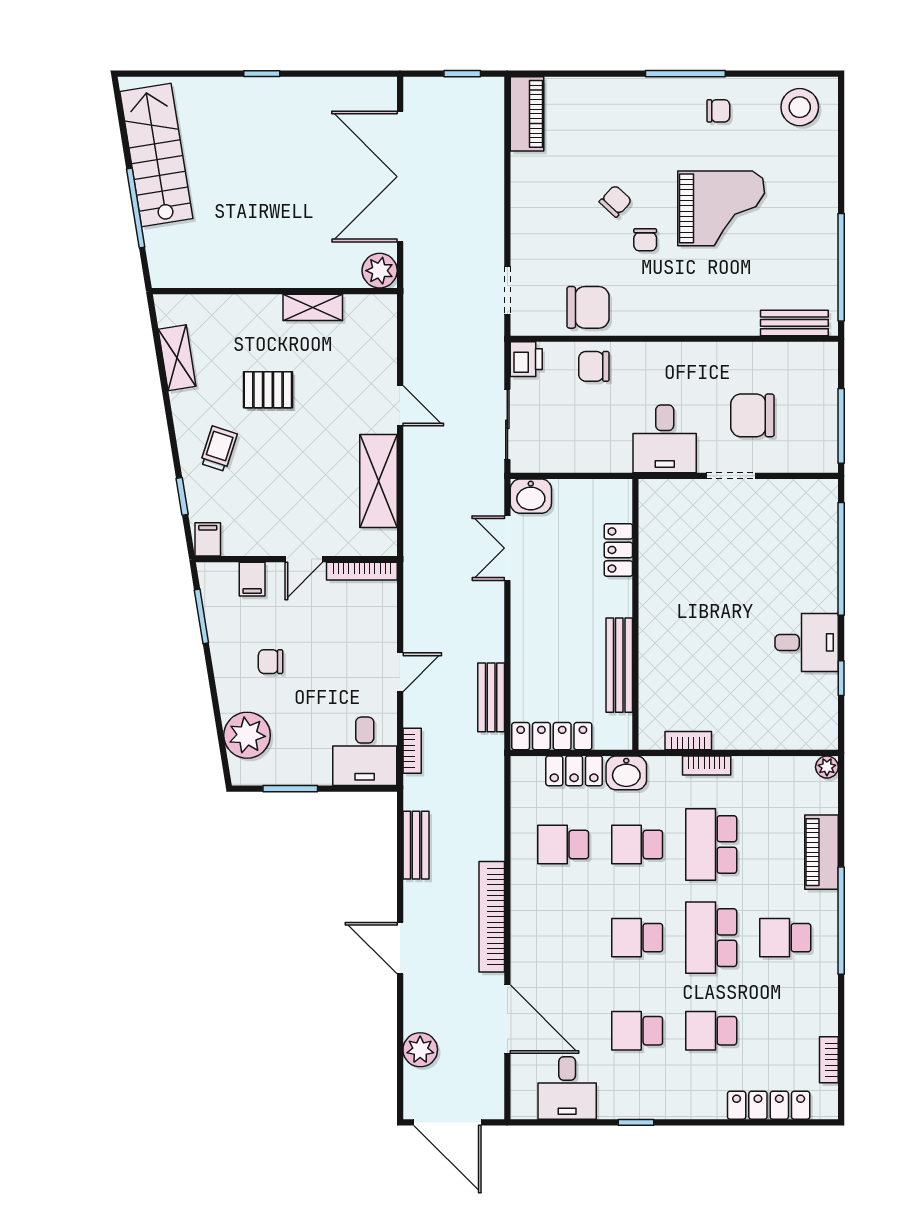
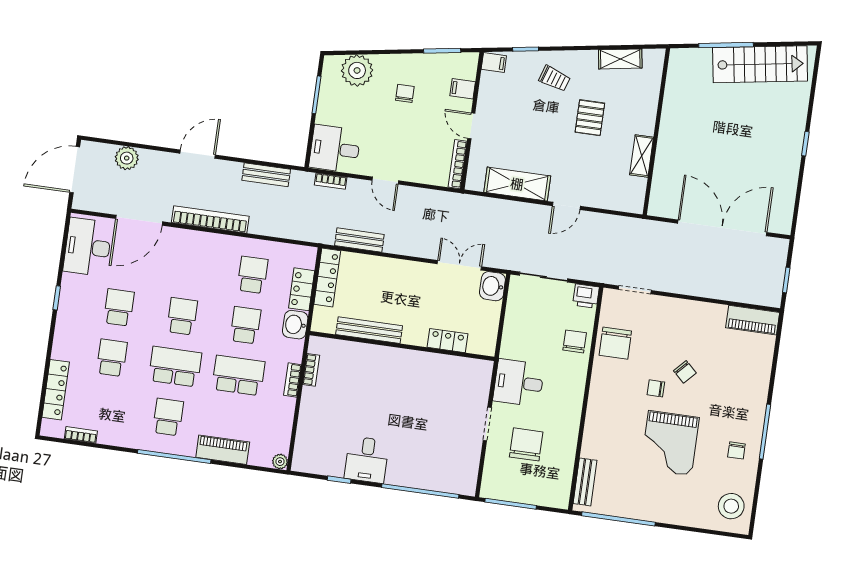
plant: (380, 271) -> (660, 205), removed
desk: (567, 1088) -> (88, 247), width x1.37

